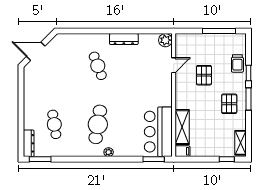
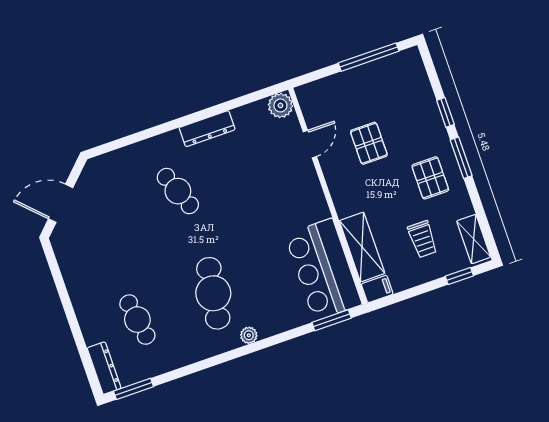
trolley: (237, 63) -> (423, 239), moved

